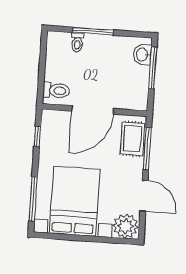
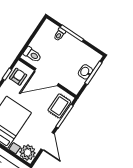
washbasin: (142, 55) -> (85, 72), moved
armchair: (54, 131) -> (18, 77), added

